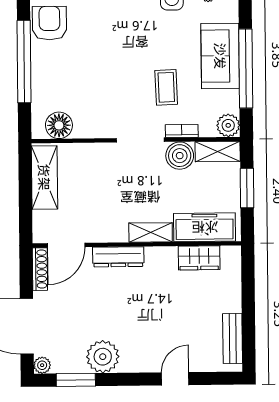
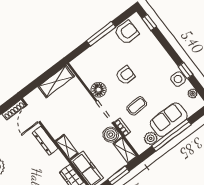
window: (24, 62) -> (101, 34), width x0.68
armchair: (110, 71) -> (125, 75), added
floor lamp: (59, 125) -> (99, 90), moved
plant: (228, 125) -> (151, 138), moved
door: (66, 245) -> (33, 114), hinge flipped

